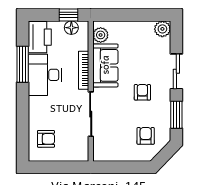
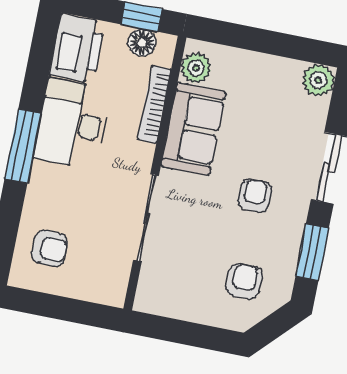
window: (23, 64) -> (23, 146), moved
bookcase: (84, 70) -> (154, 104), moved

